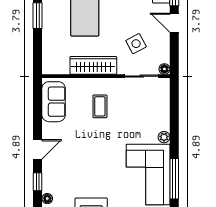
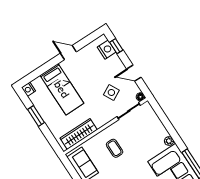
door: (174, 23) -> (134, 73), moved
wardrobe: (93, 65) -> (79, 134), moved

